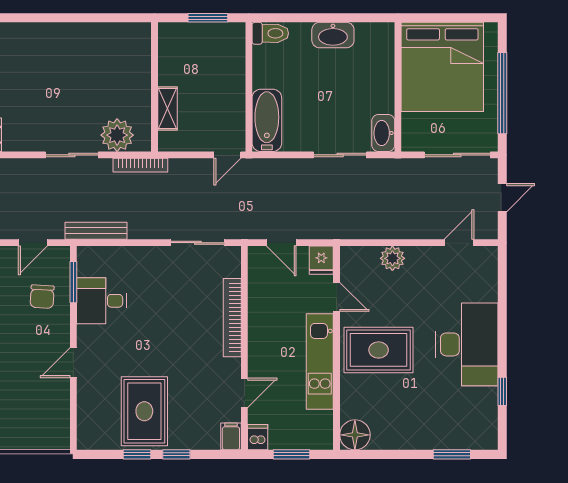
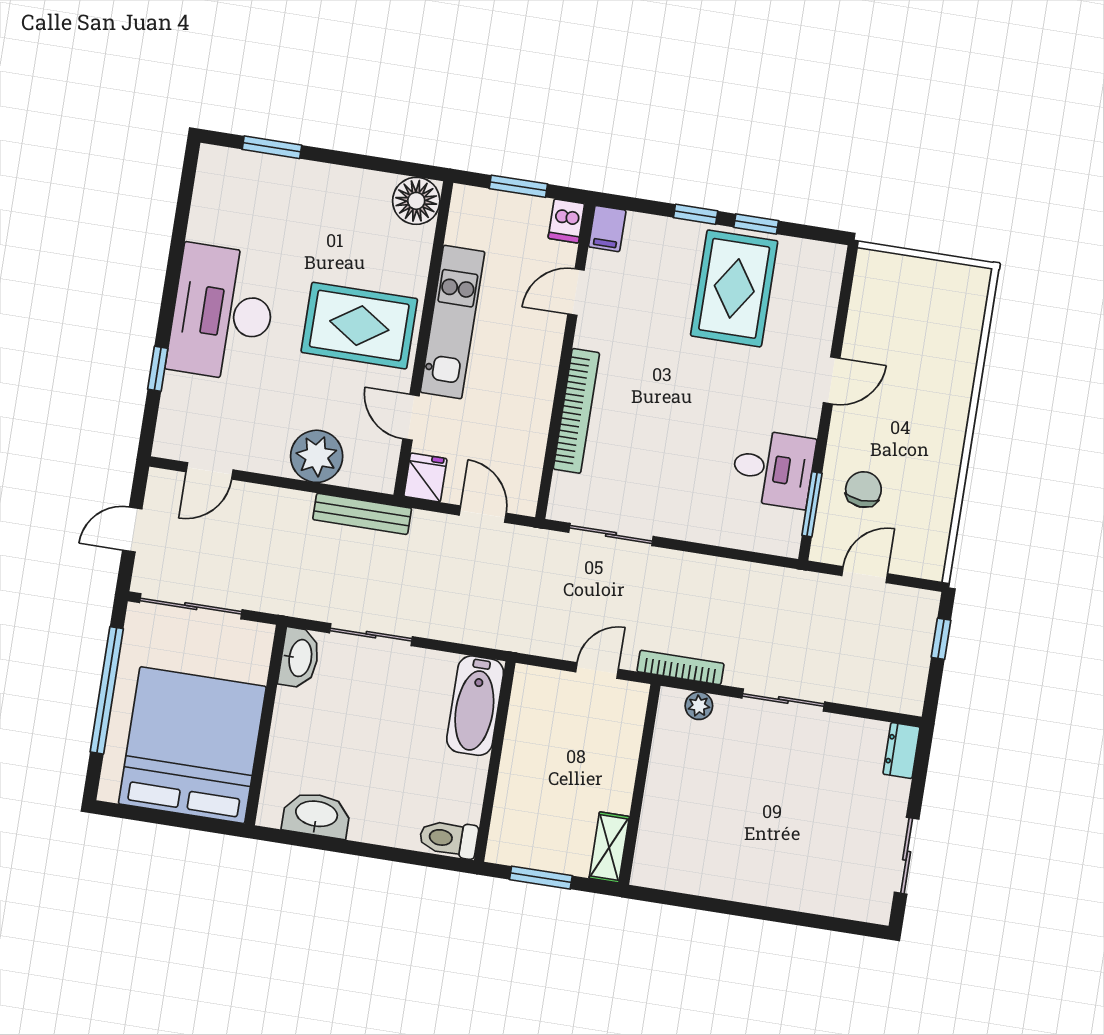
washbasin: (333, 35) -> (316, 815), moved
shelving: (168, 108) -> (609, 847), moved
plant: (117, 135) -> (699, 706), width x0.53, depth x0.53
door: (227, 155) -> (597, 670), moved
bench: (96, 231) -> (362, 514), moved
plant: (392, 258) -> (317, 456), width x1.36, depth x1.36
window: (502, 391) -> (158, 369), moved

